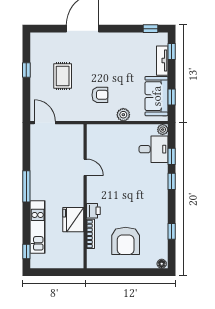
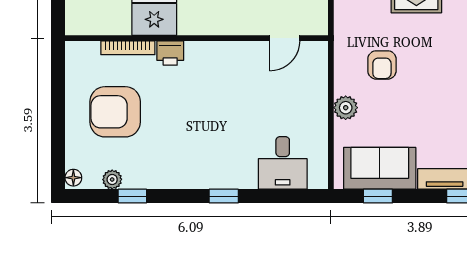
plant: (163, 130) -> (112, 179), moved
window: (172, 156) -> (270, 196), removed
door: (85, 167) -> (285, 38), moved

